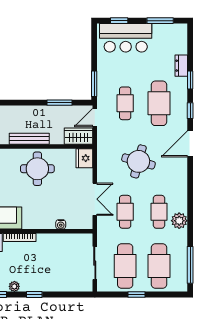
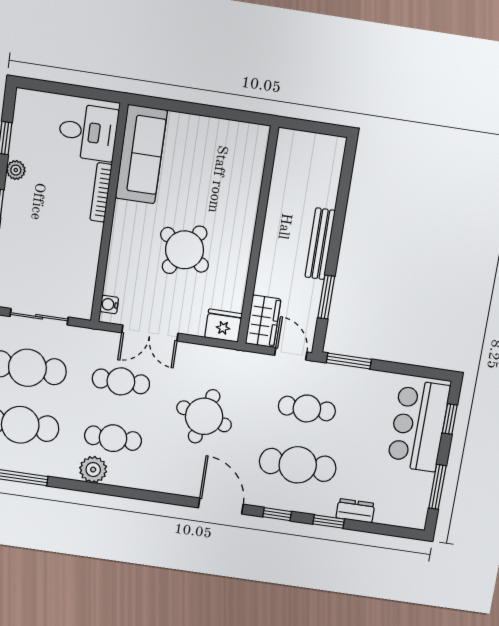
bench: (29, 139) -> (320, 244), moved
round table: (37, 169) -> (185, 250), moved, turned 34
water cooler: (61, 224) -> (109, 304), moved

